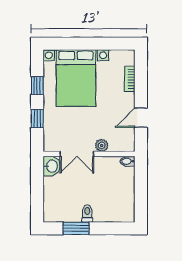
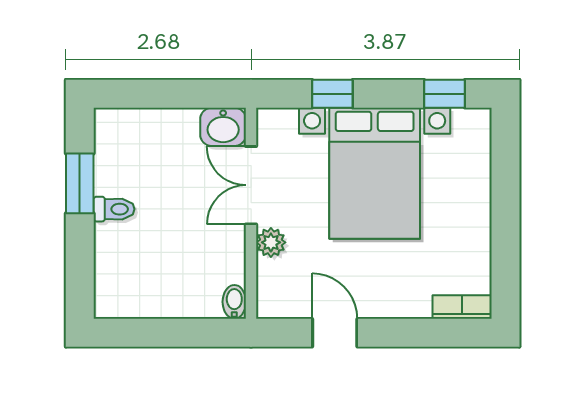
bed with nightstands: (76, 78) -> (375, 173), moved, turned -90
bookcase: (130, 79) -> (462, 307), moved
window: (37, 86) -> (445, 94), moved

